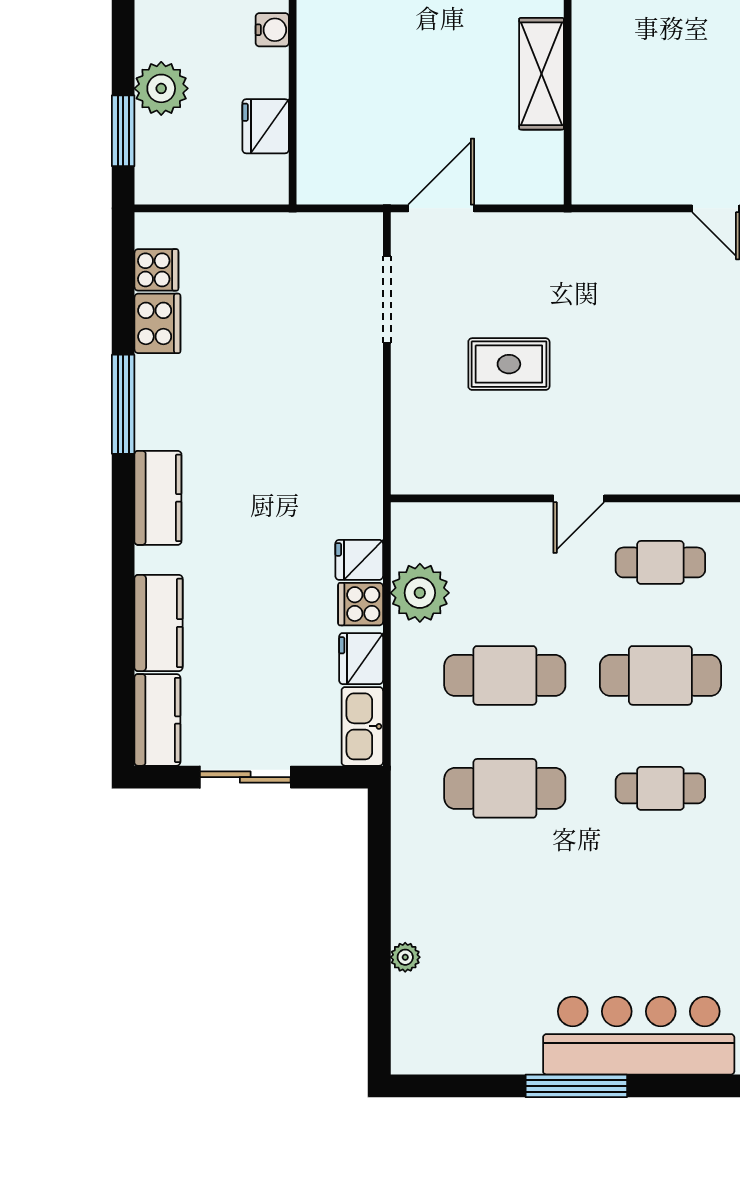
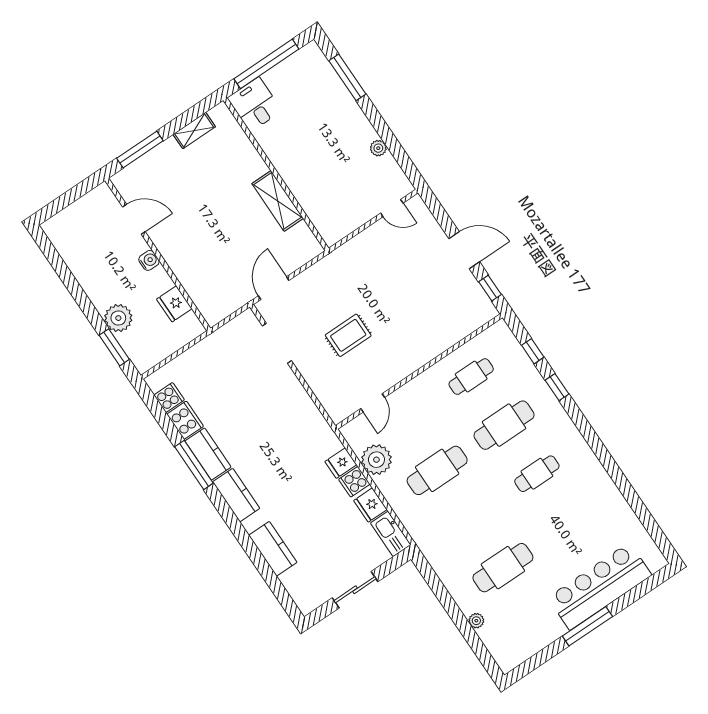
door: (579, 498) -> (373, 403), moved
kitchen counter: (157, 720) -> (208, 454), moved
cafe table: (505, 788) -> (503, 568), moved

